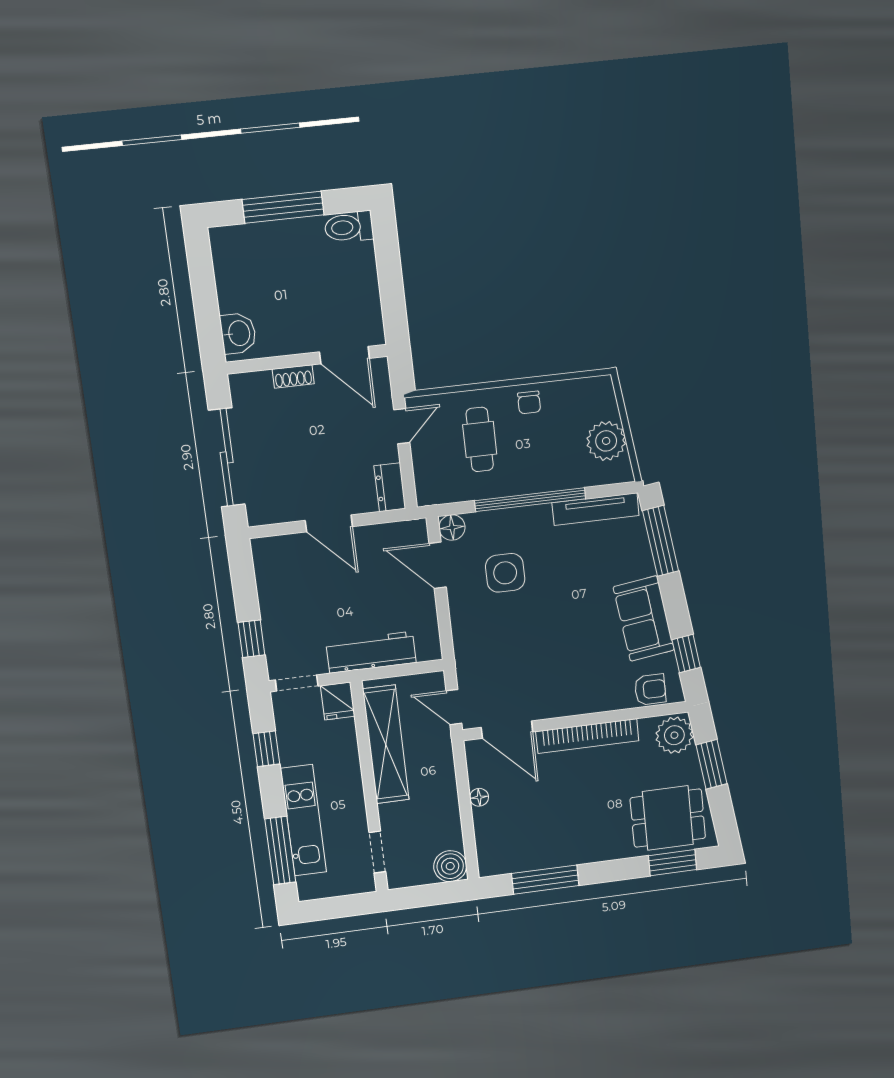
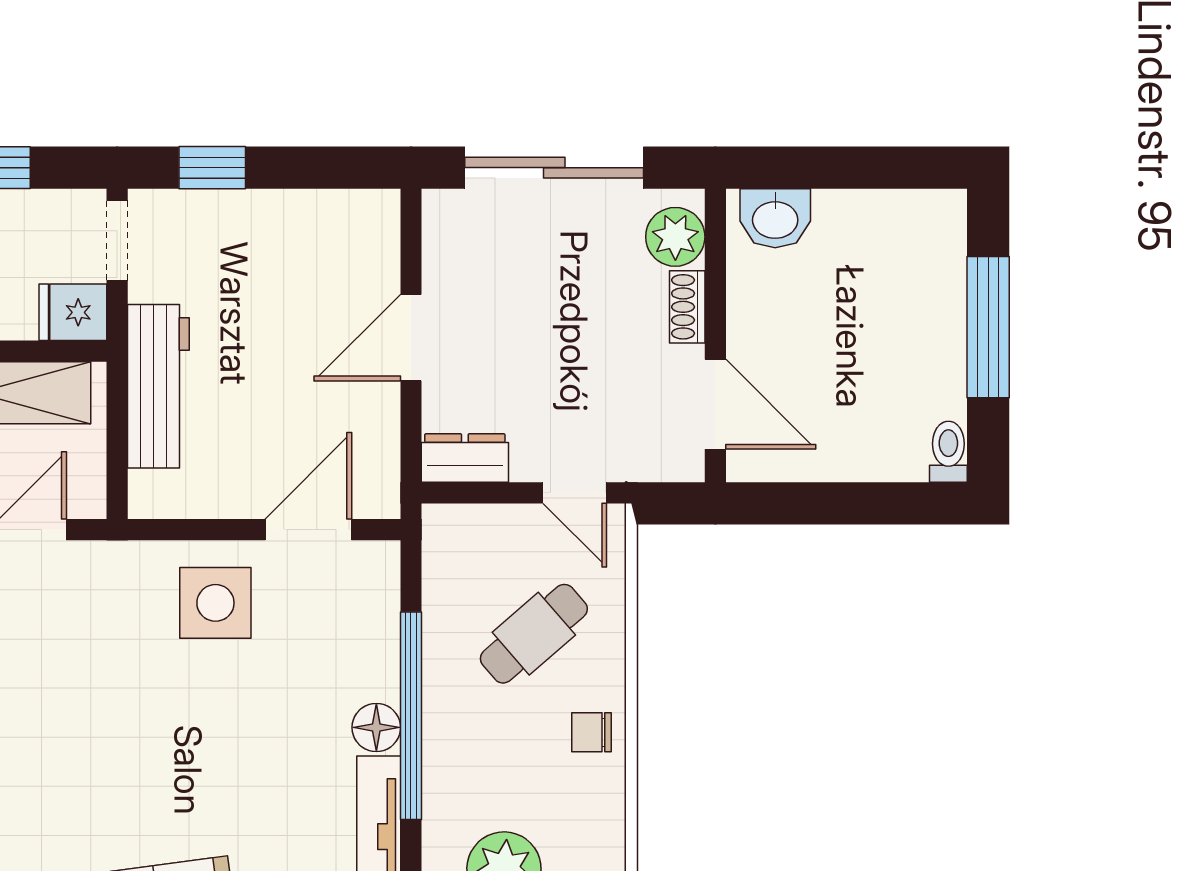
toilet: (349, 227) -> (948, 452), width x0.73, depth x0.72
door: (344, 355) -> (715, 404), swing flipped
plant: (256, 387) -> (675, 237), added
cafe table: (480, 439) -> (534, 634), turned -41
floor lamp: (452, 527) -> (376, 727), moved
side table: (505, 573) -> (215, 603), moved

